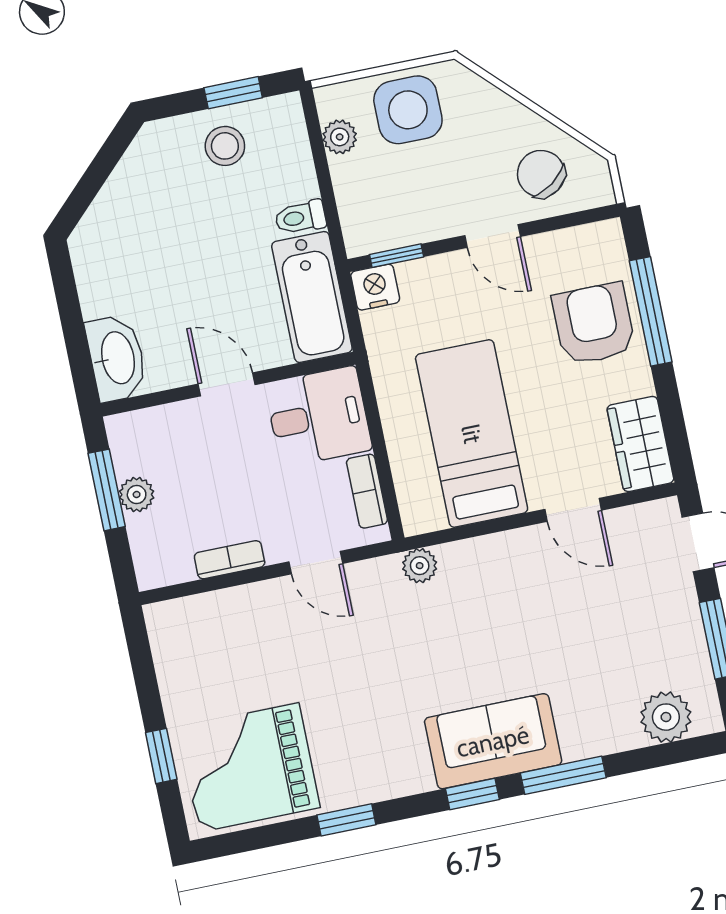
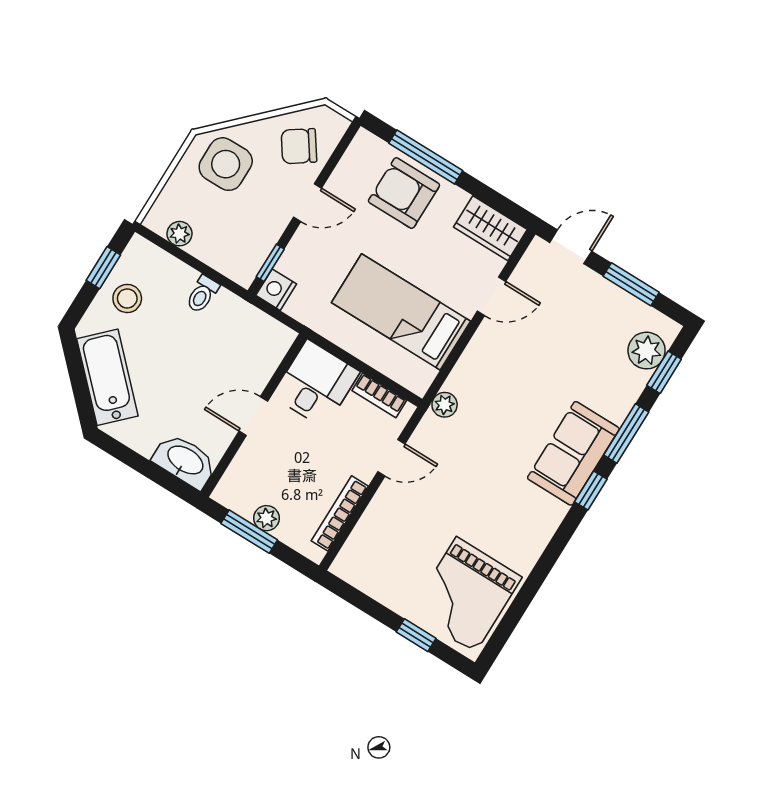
side table: (408, 110) -> (226, 164), moved
bathtub: (312, 297) -> (107, 377), moved, turned -135
bookcase: (230, 560) -> (340, 513), width x1.56
window: (346, 820) -> (664, 372), moved

